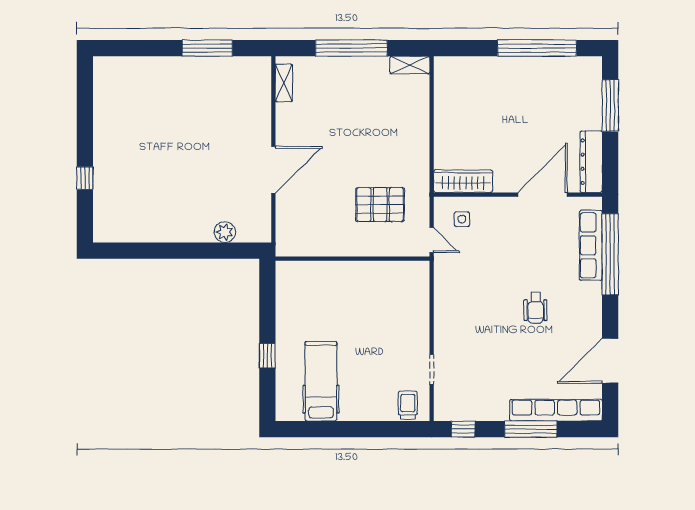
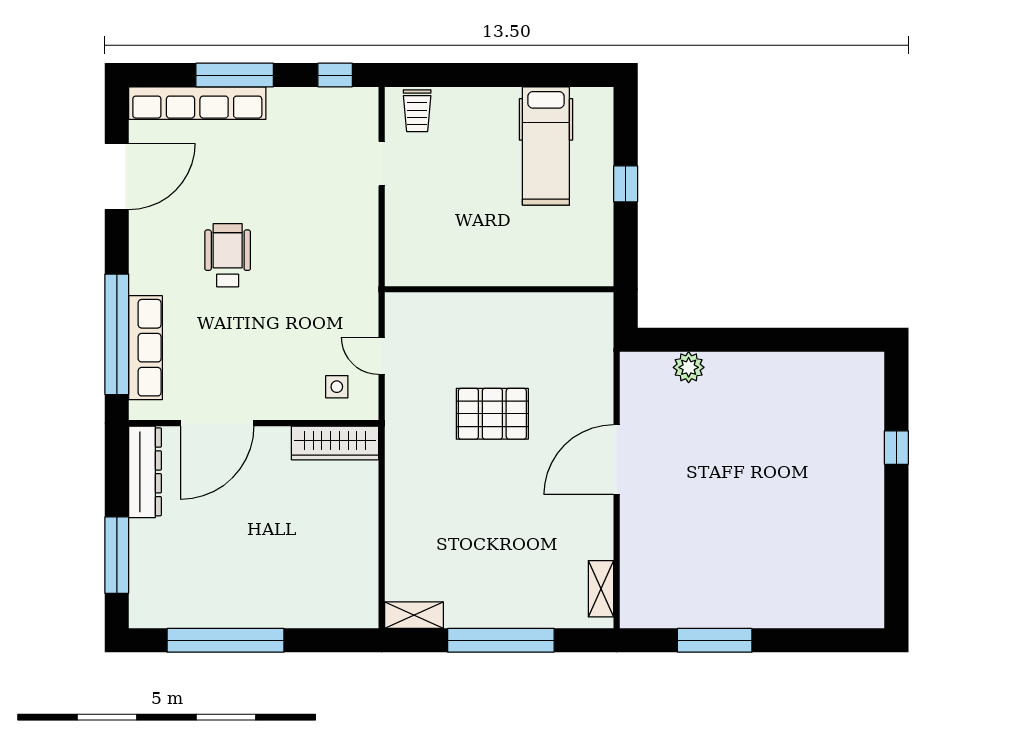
pallet: (380, 205) -> (492, 414), moved
wall: (353, 259) -> (499, 289), moved
wheelchair: (536, 308) -> (228, 255), width x1.36, depth x1.37

